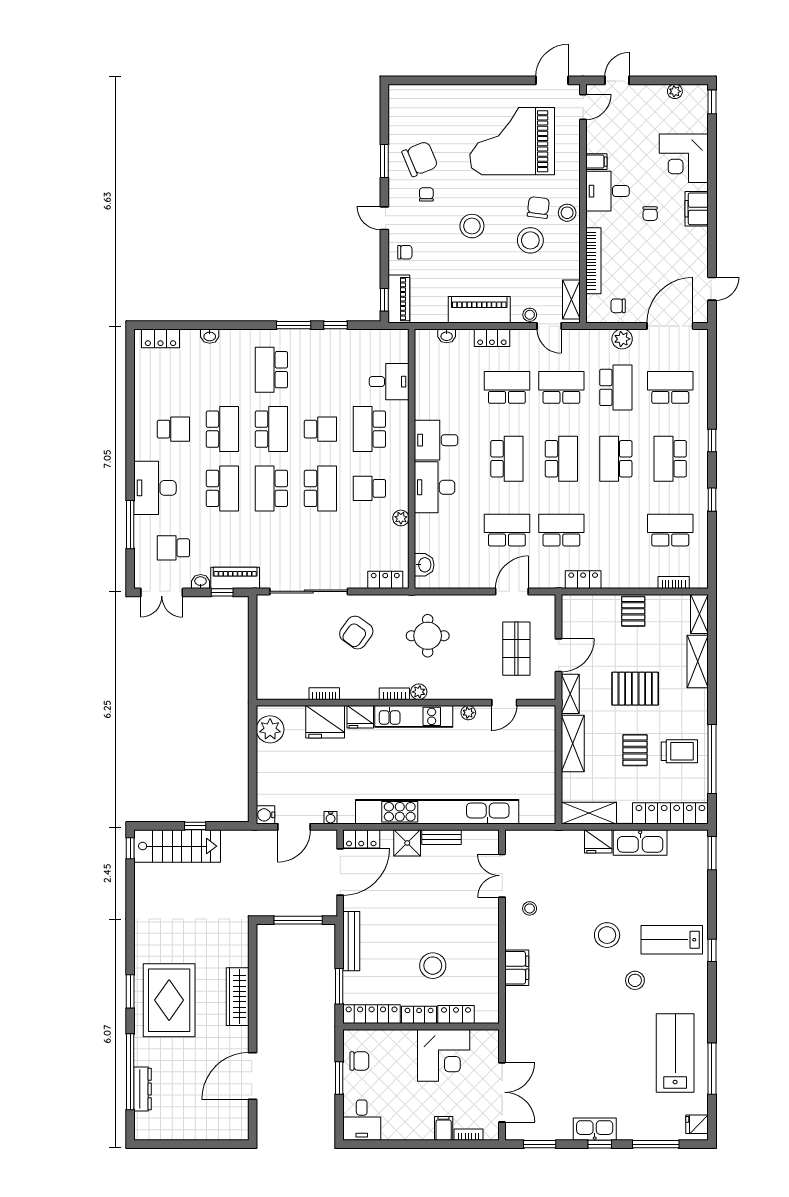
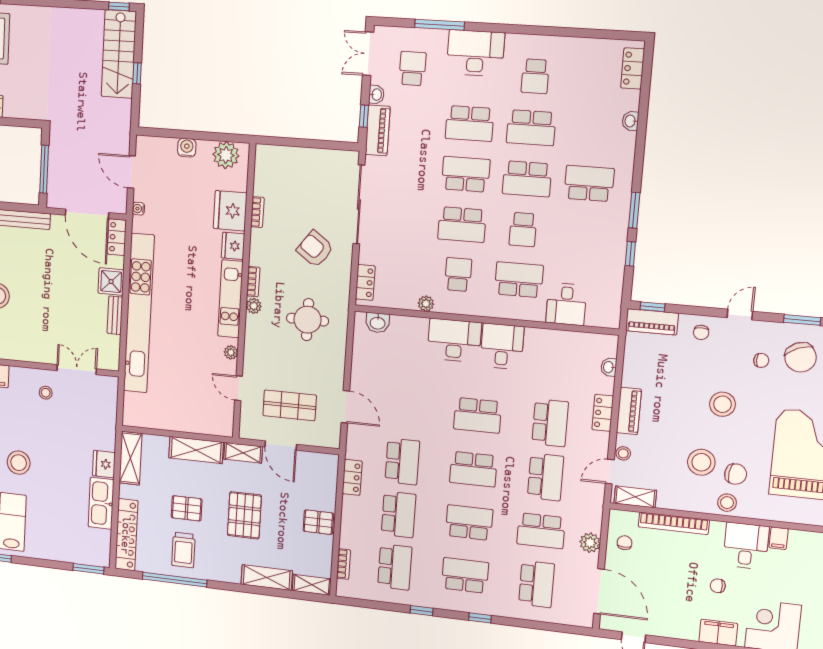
piano: (479, 310) -> (629, 411), width x0.73, depth x0.75
school desk: (507, 530) -> (399, 514), moved
water cooler: (266, 815) -> (187, 148), moved

